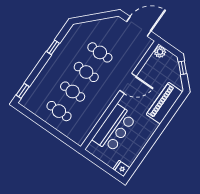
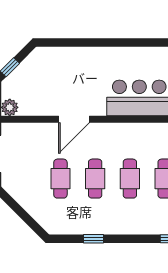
door: (128, 83) -> (74, 119), swing flipped
piano: (165, 103) -> (67, 59), removed

